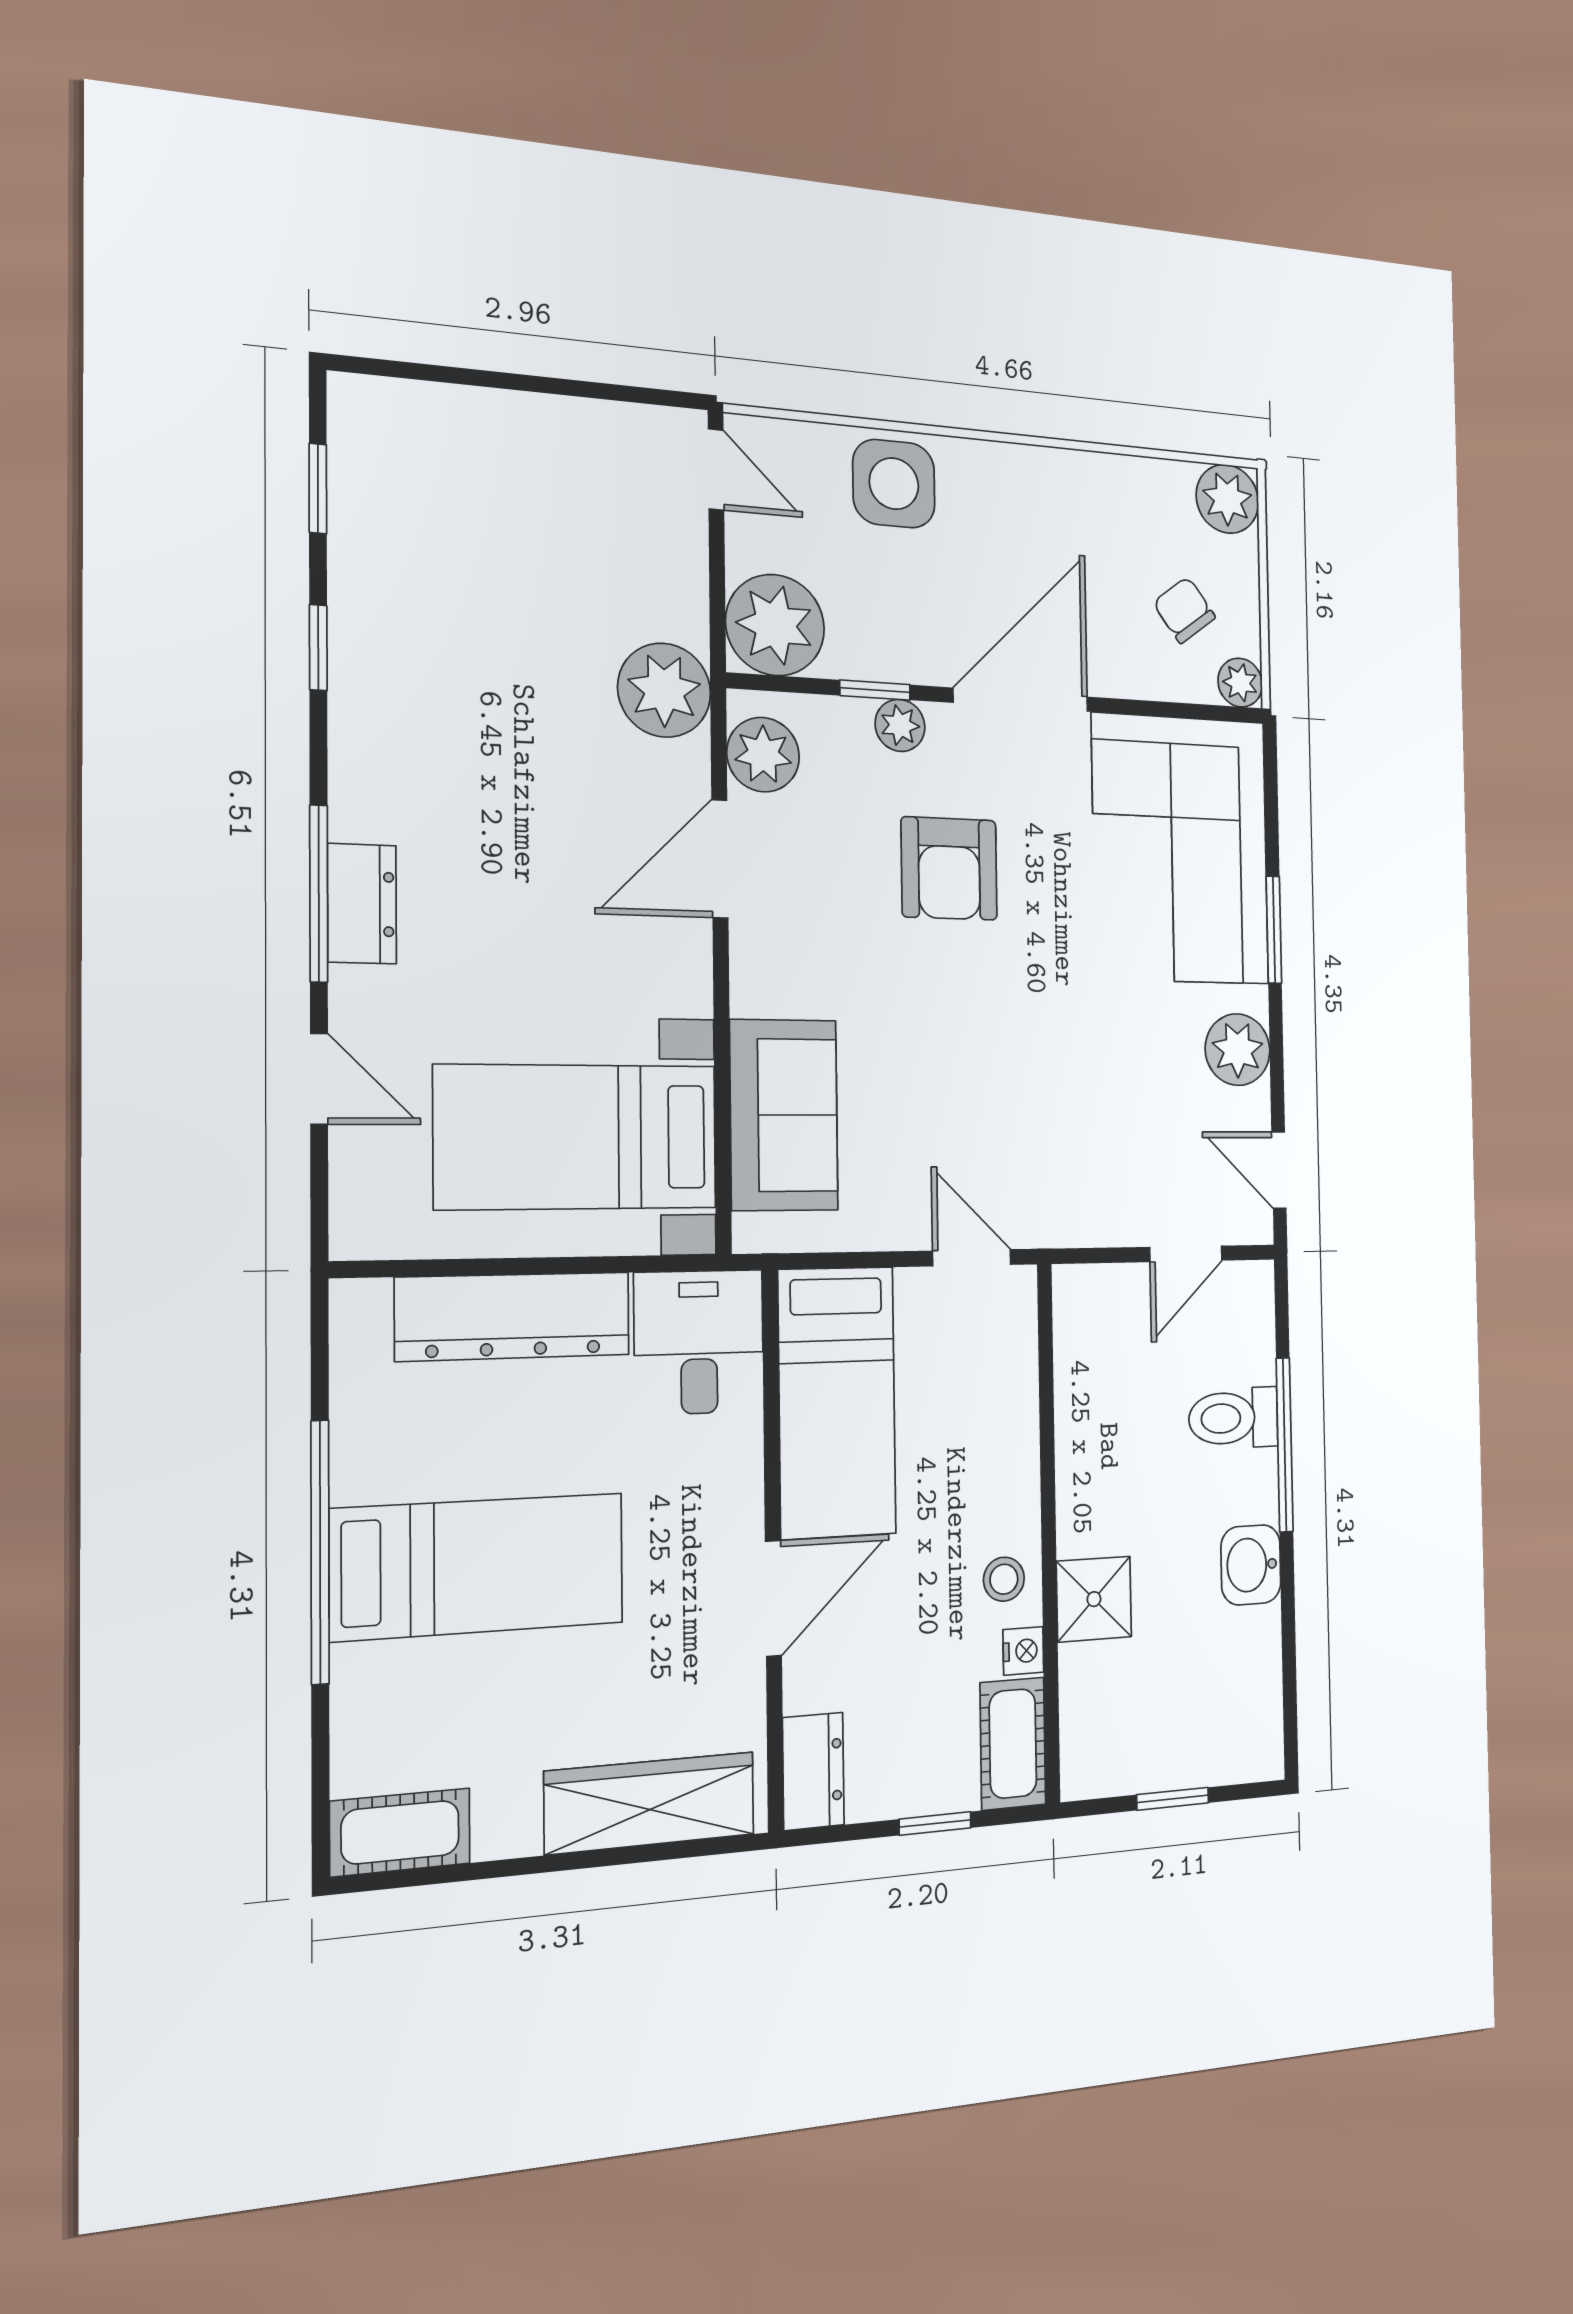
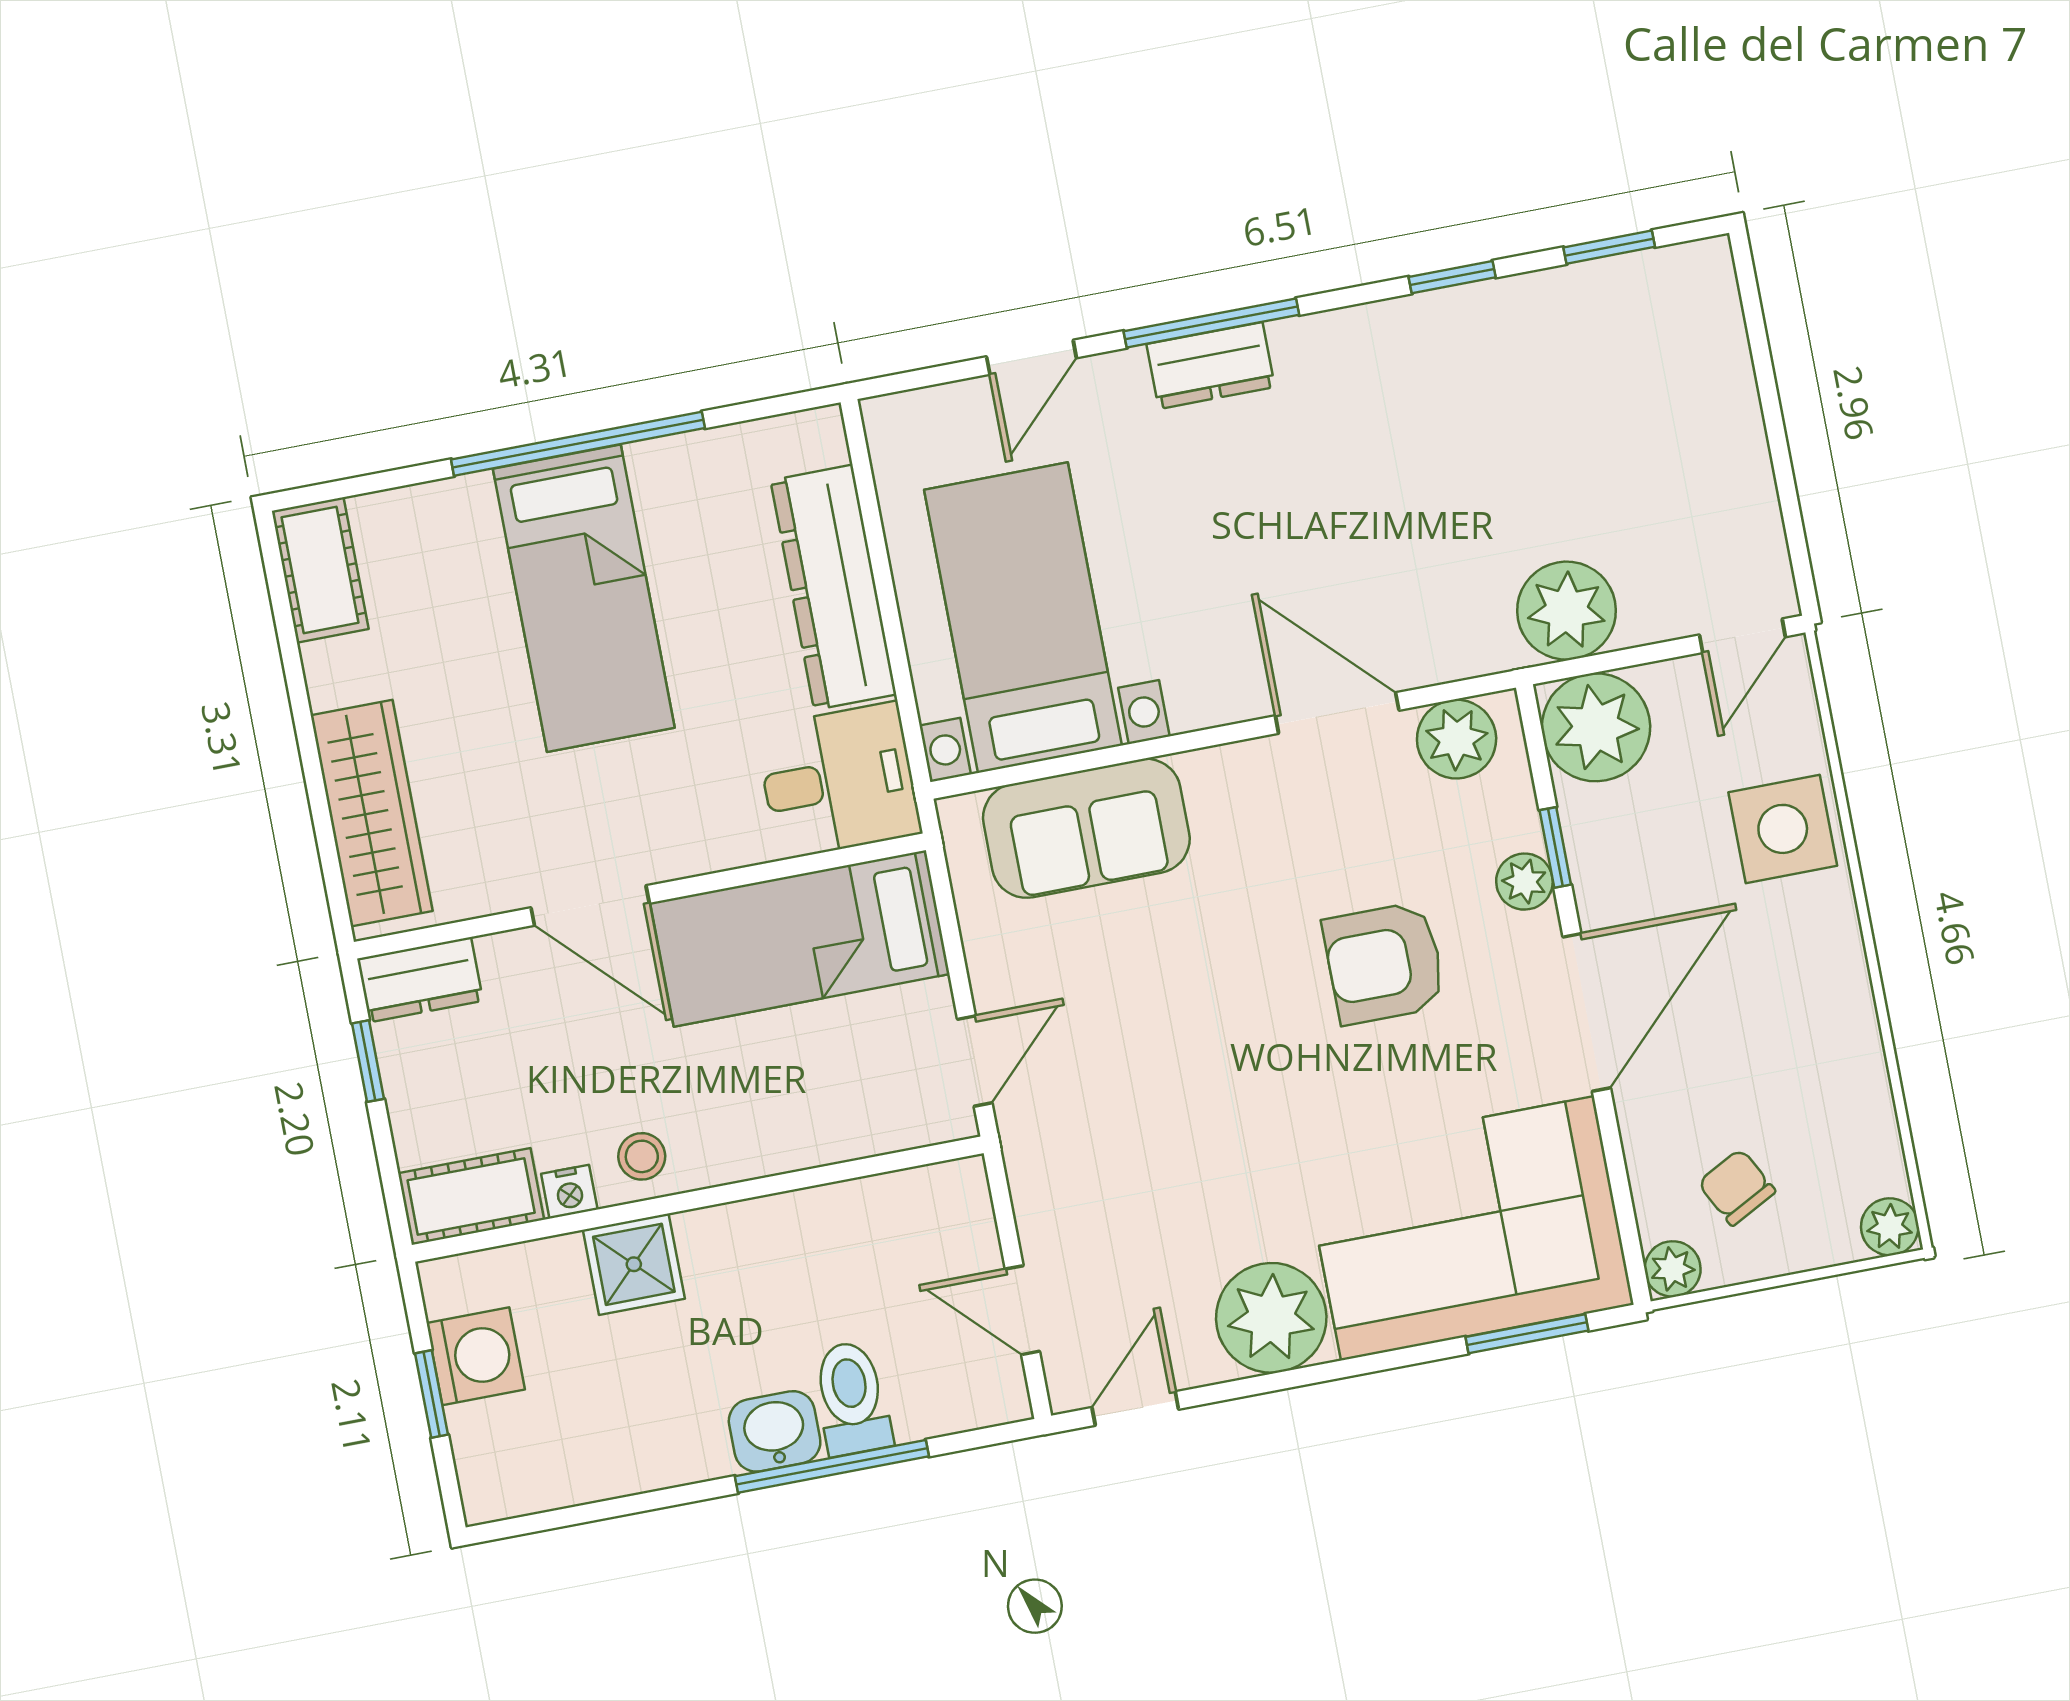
plant: (1227, 499) -> (1890, 1227), width x0.73, depth x0.73
chair: (1184, 610) -> (1737, 1187), turned -81
plant: (664, 690) -> (1567, 611), moved
door: (1021, 700) -> (1587, 1012), hinge flipped
window: (1274, 930) -> (1527, 1334), moved
plant: (1238, 1050) -> (1271, 1318), width x1.36, depth x1.36
washbasin: (1251, 1565) -> (775, 1431), moved
washing machine: (1148, 1755) -> (476, 1356), added
window: (935, 1823) -> (368, 1061), moved

